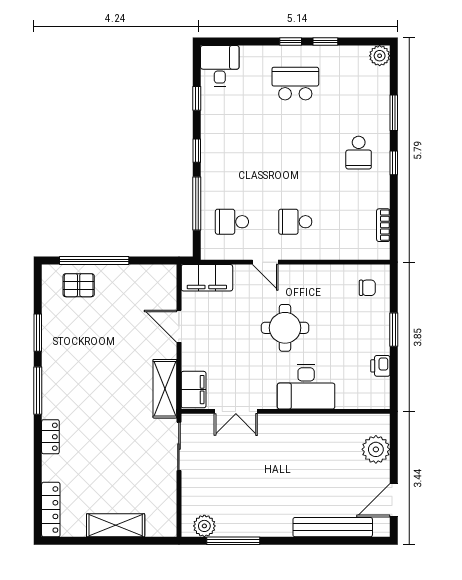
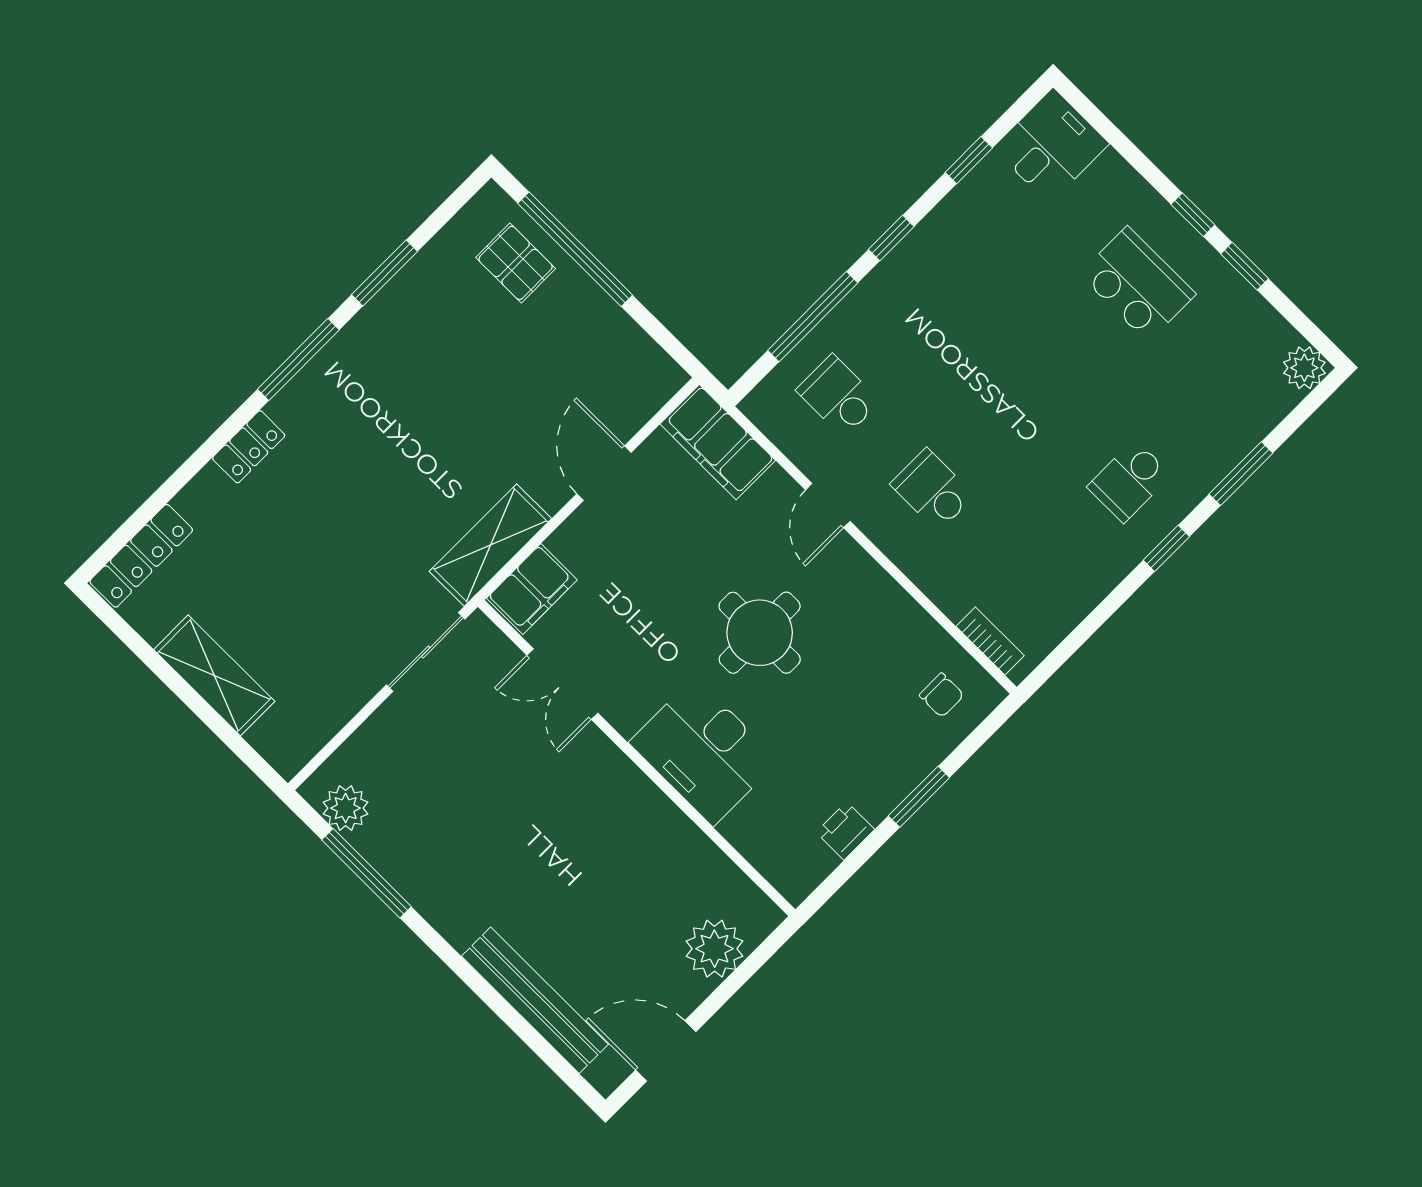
bookcase: (383, 225) -> (990, 641), moved, turned 90

